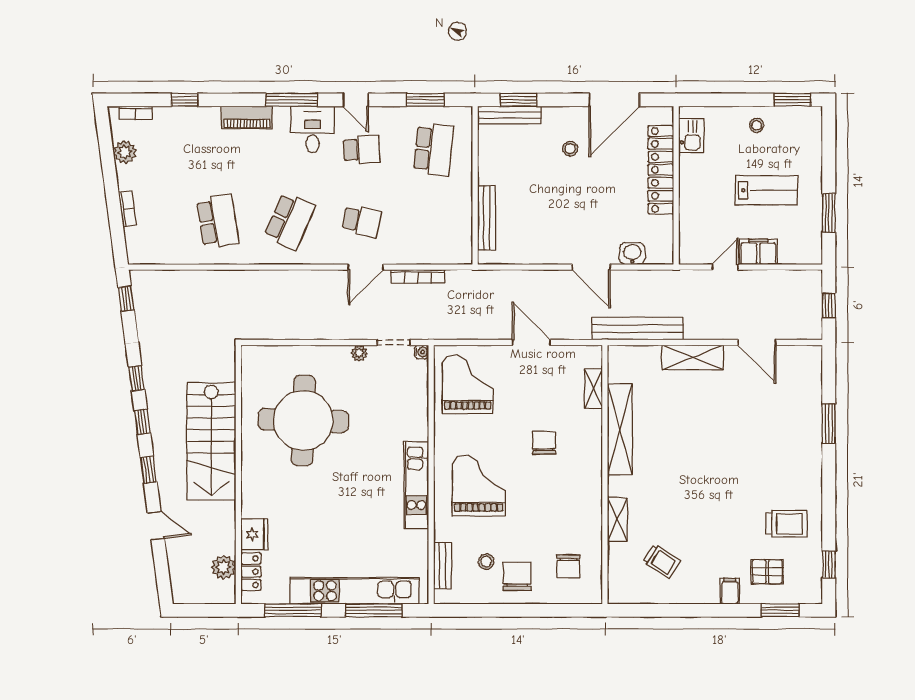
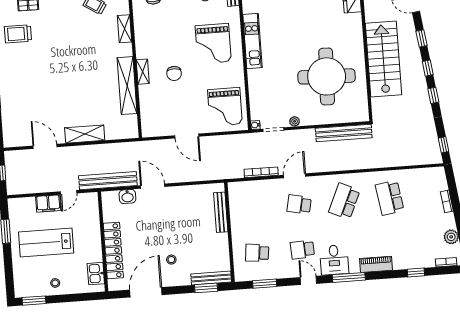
school desk: (434, 149) -> (257, 253), width x0.54
lab bench: (766, 190) -> (46, 242), width x1.36, depth x1.39
bench: (283, 329) -> (344, 133), added
bench: (638, 329) -> (108, 181), moved
shelving: (594, 389) -> (143, 72), moved

